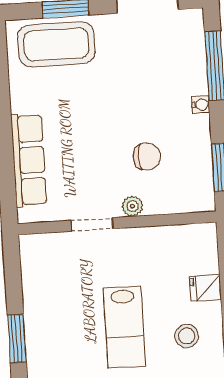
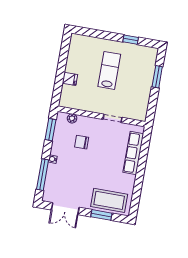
plant: (132, 206) -> (72, 118), moved
stool: (187, 336) -> (83, 60), removed

